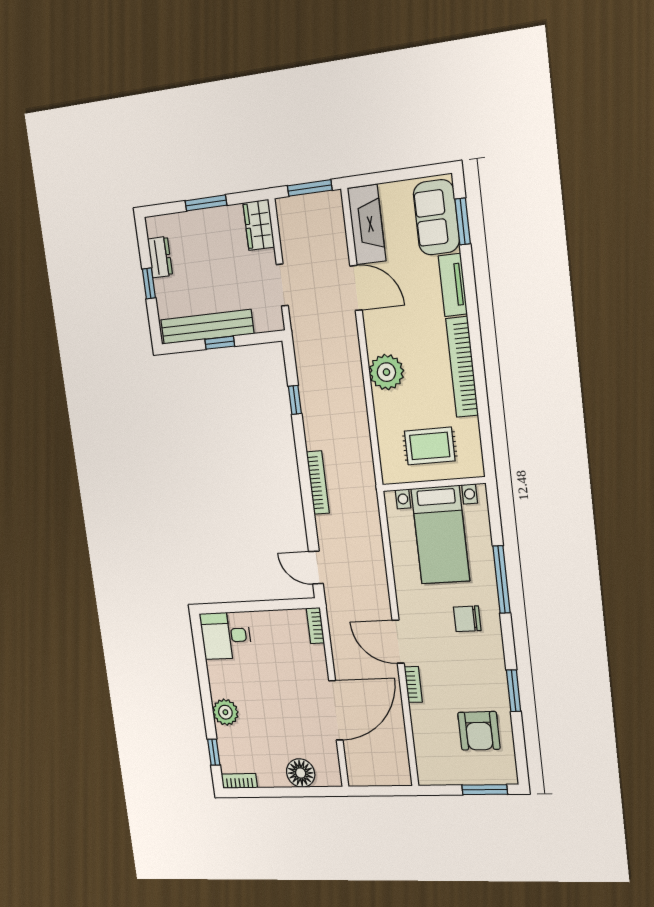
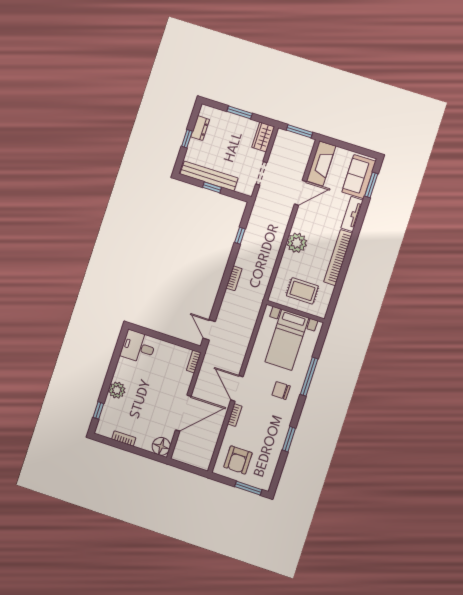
door: (356, 288) -> (300, 193), hinge flipped
bookcase: (318, 483) -> (234, 278), width x0.64
armchair: (479, 731) -> (238, 460), moved
floor lamp: (301, 773) -> (161, 446), moved
bookcase: (239, 781) -> (124, 438), moved

